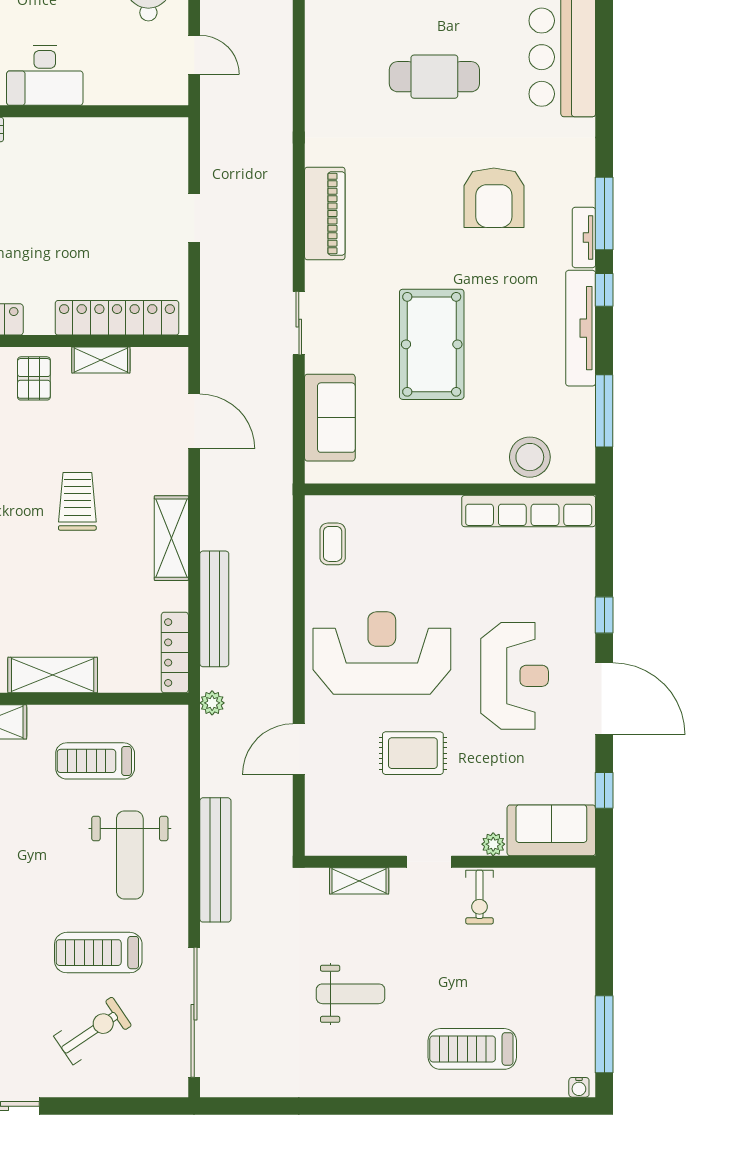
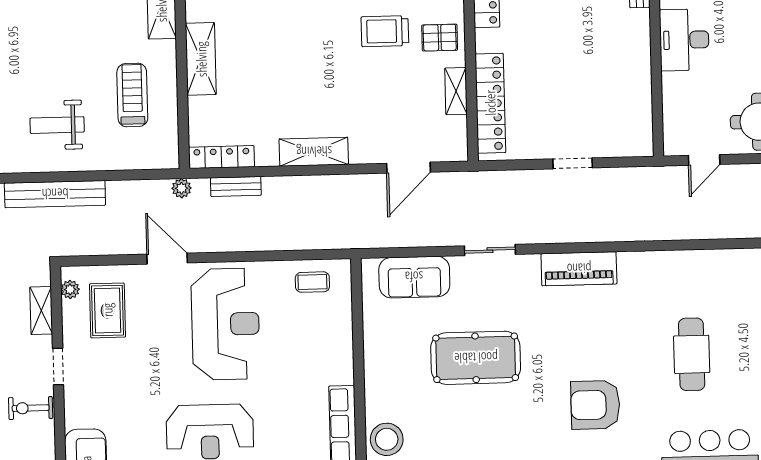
trolley: (77, 501) -> (385, 31), moved, turned 180
bench: (214, 609) -> (236, 186), width x0.54, depth x0.82
door: (299, 749) -> (167, 259), moved
rug: (413, 753) -> (107, 310), moved
plant: (493, 844) -> (70, 289), moved
weight bench: (130, 855) -> (57, 125), width x0.73, depth x0.75

